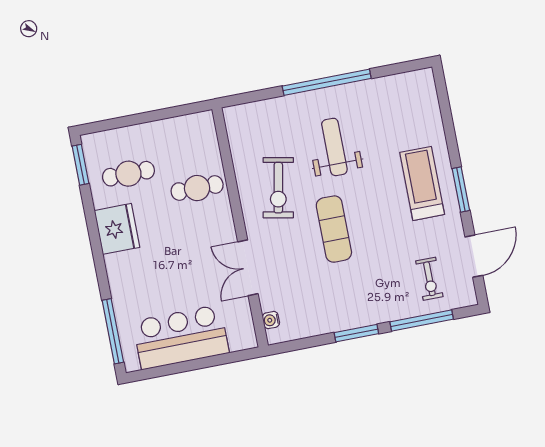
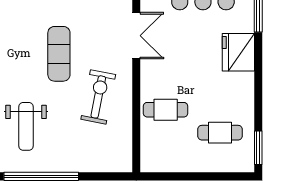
weight bench: (334, 147) -> (26, 126), moved
fridge: (117, 229) -> (238, 52), moved

